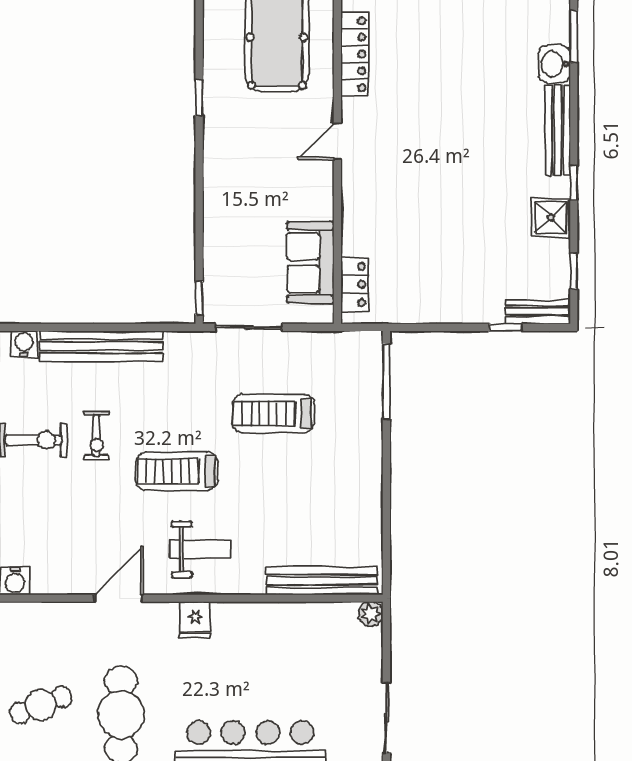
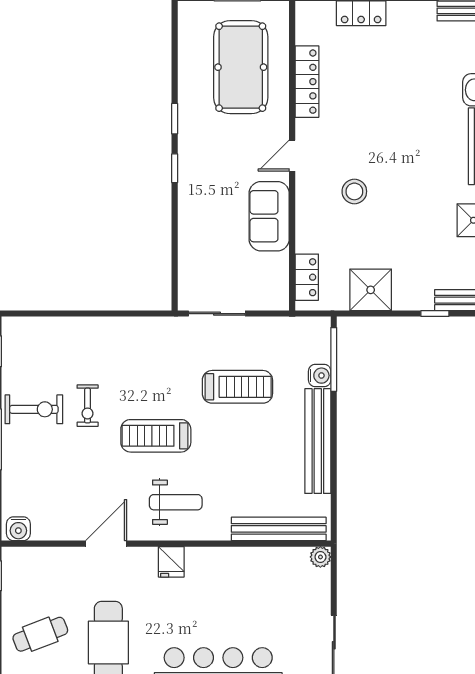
stool: (411, 184) -> (354, 191), added
sofa: (310, 263) -> (269, 216), moved
window: (199, 298) -> (175, 168), moved
shower: (430, 299) -> (371, 290), added
water cooler: (24, 344) -> (320, 376), moved, turned 90
bench: (101, 346) -> (318, 441), moved, turned 90
treadmill: (273, 414) -> (237, 387), turned 180

